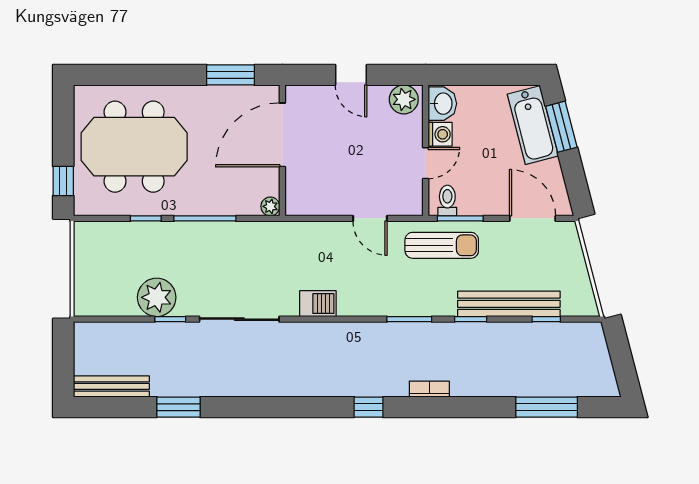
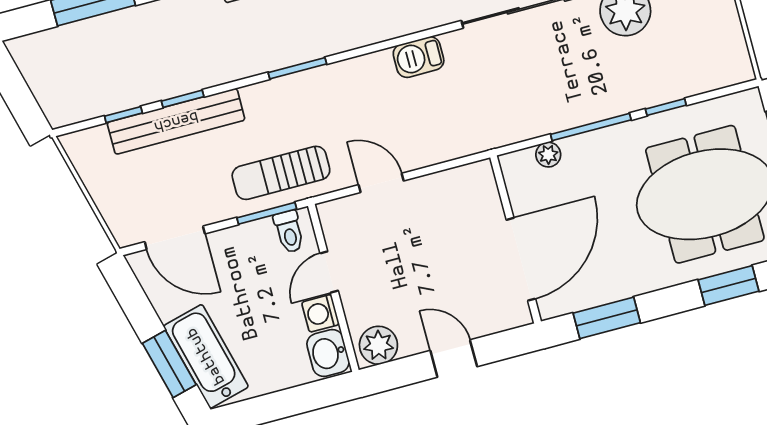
window: (135, 75) -> (728, 285), added
plant: (270, 206) -> (548, 155), moved
window: (471, 319) -> (183, 99), moved

